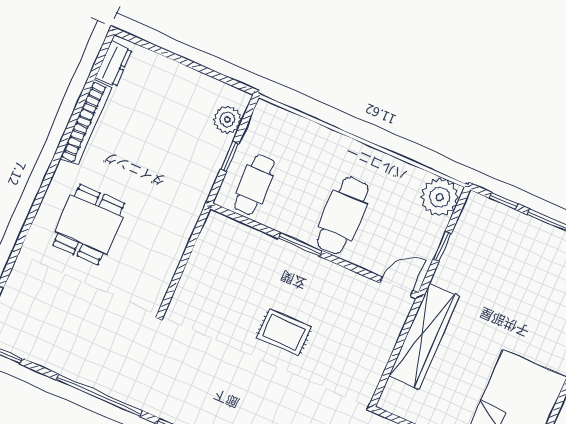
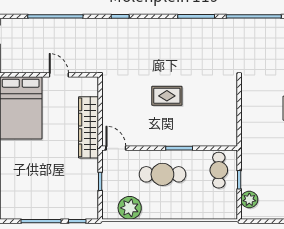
plant: (440, 197) -> (130, 208), moved
cafe table: (343, 216) -> (162, 174), turned 90
door: (396, 287) -> (116, 148), swing flipped

